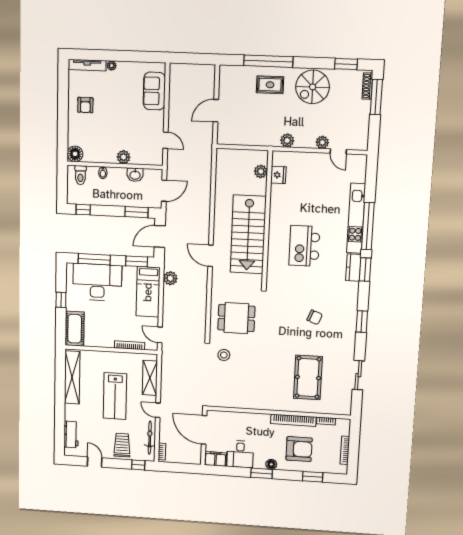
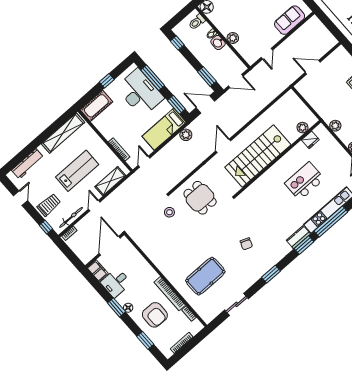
washbasin: (135, 175) -> (218, 43), moved
kitchen island: (304, 246) -> (305, 181), moved
lab bench: (115, 396) -> (77, 171), turned 180
workbench: (71, 435) -> (28, 164), width x1.38

